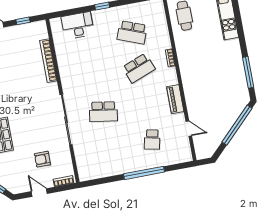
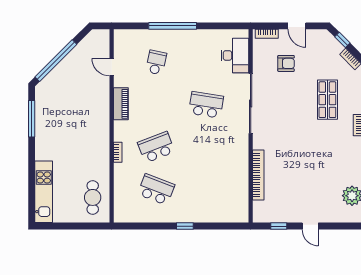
desk: (78, 25) -> (235, 55), moved, turned -90

